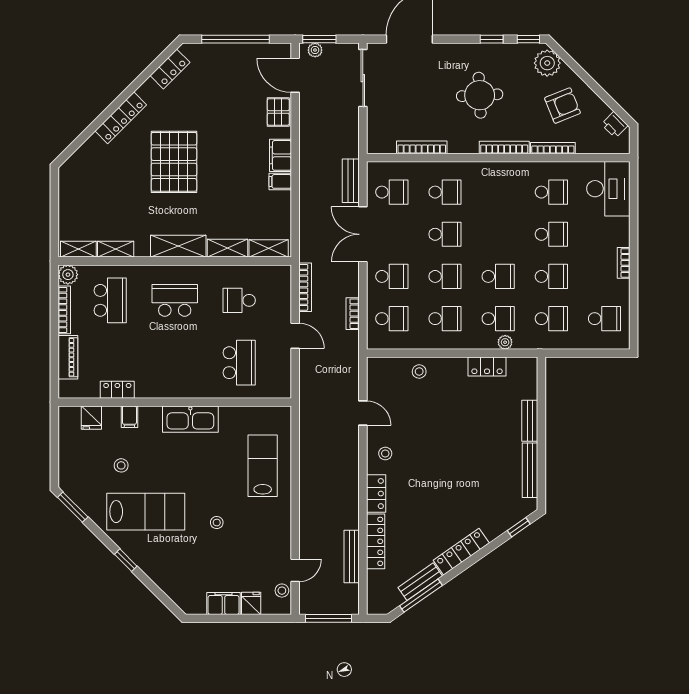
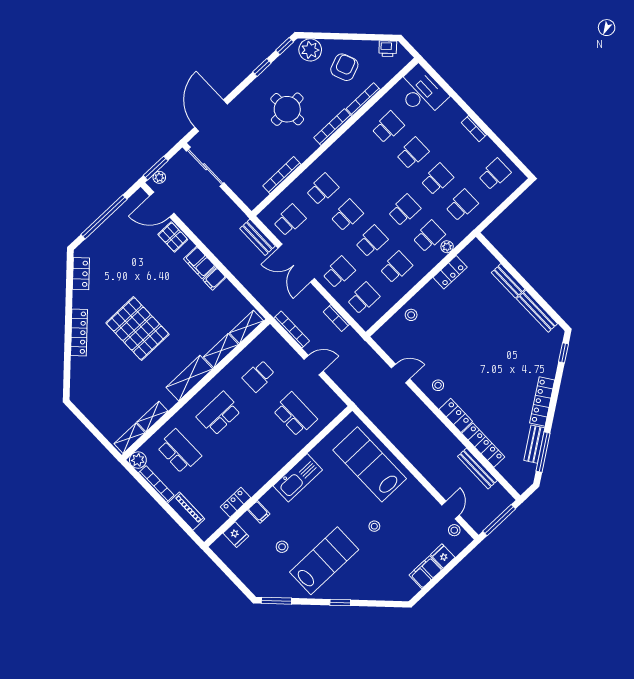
lab bench: (263, 466) -> (370, 464), width x1.36, depth x1.39

